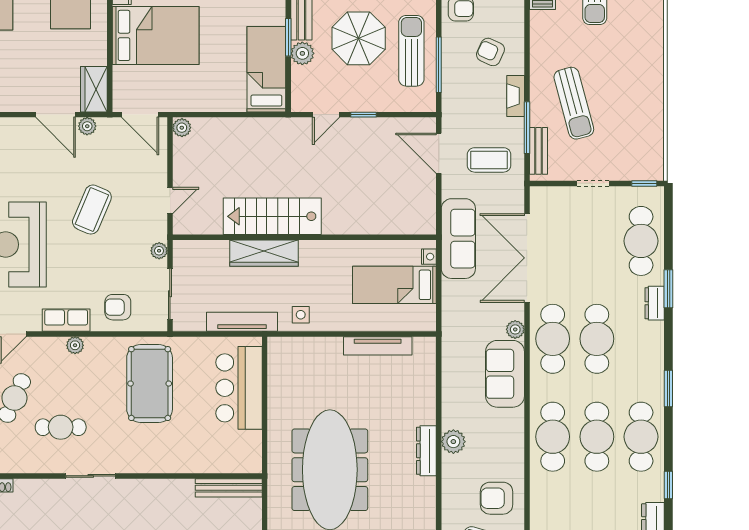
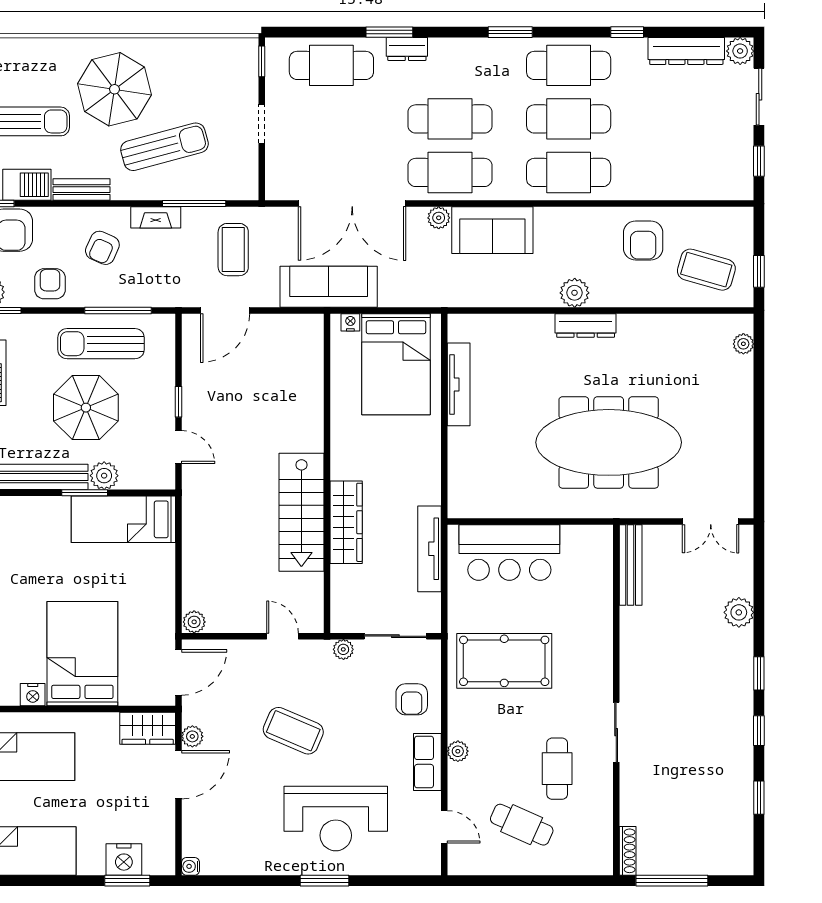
parasol: (621, 62) -> (114, 89), added
bench: (538, 151) -> (82, 190), moved
bed: (394, 285) -> (396, 364), width x1.50
side table: (301, 315) -> (421, 478), removed

